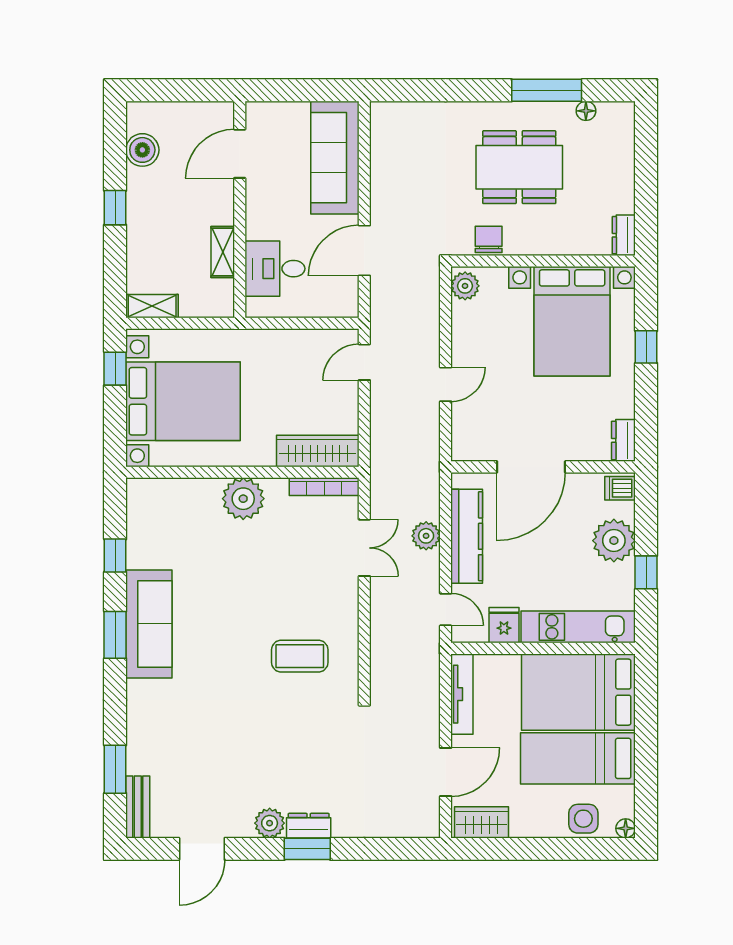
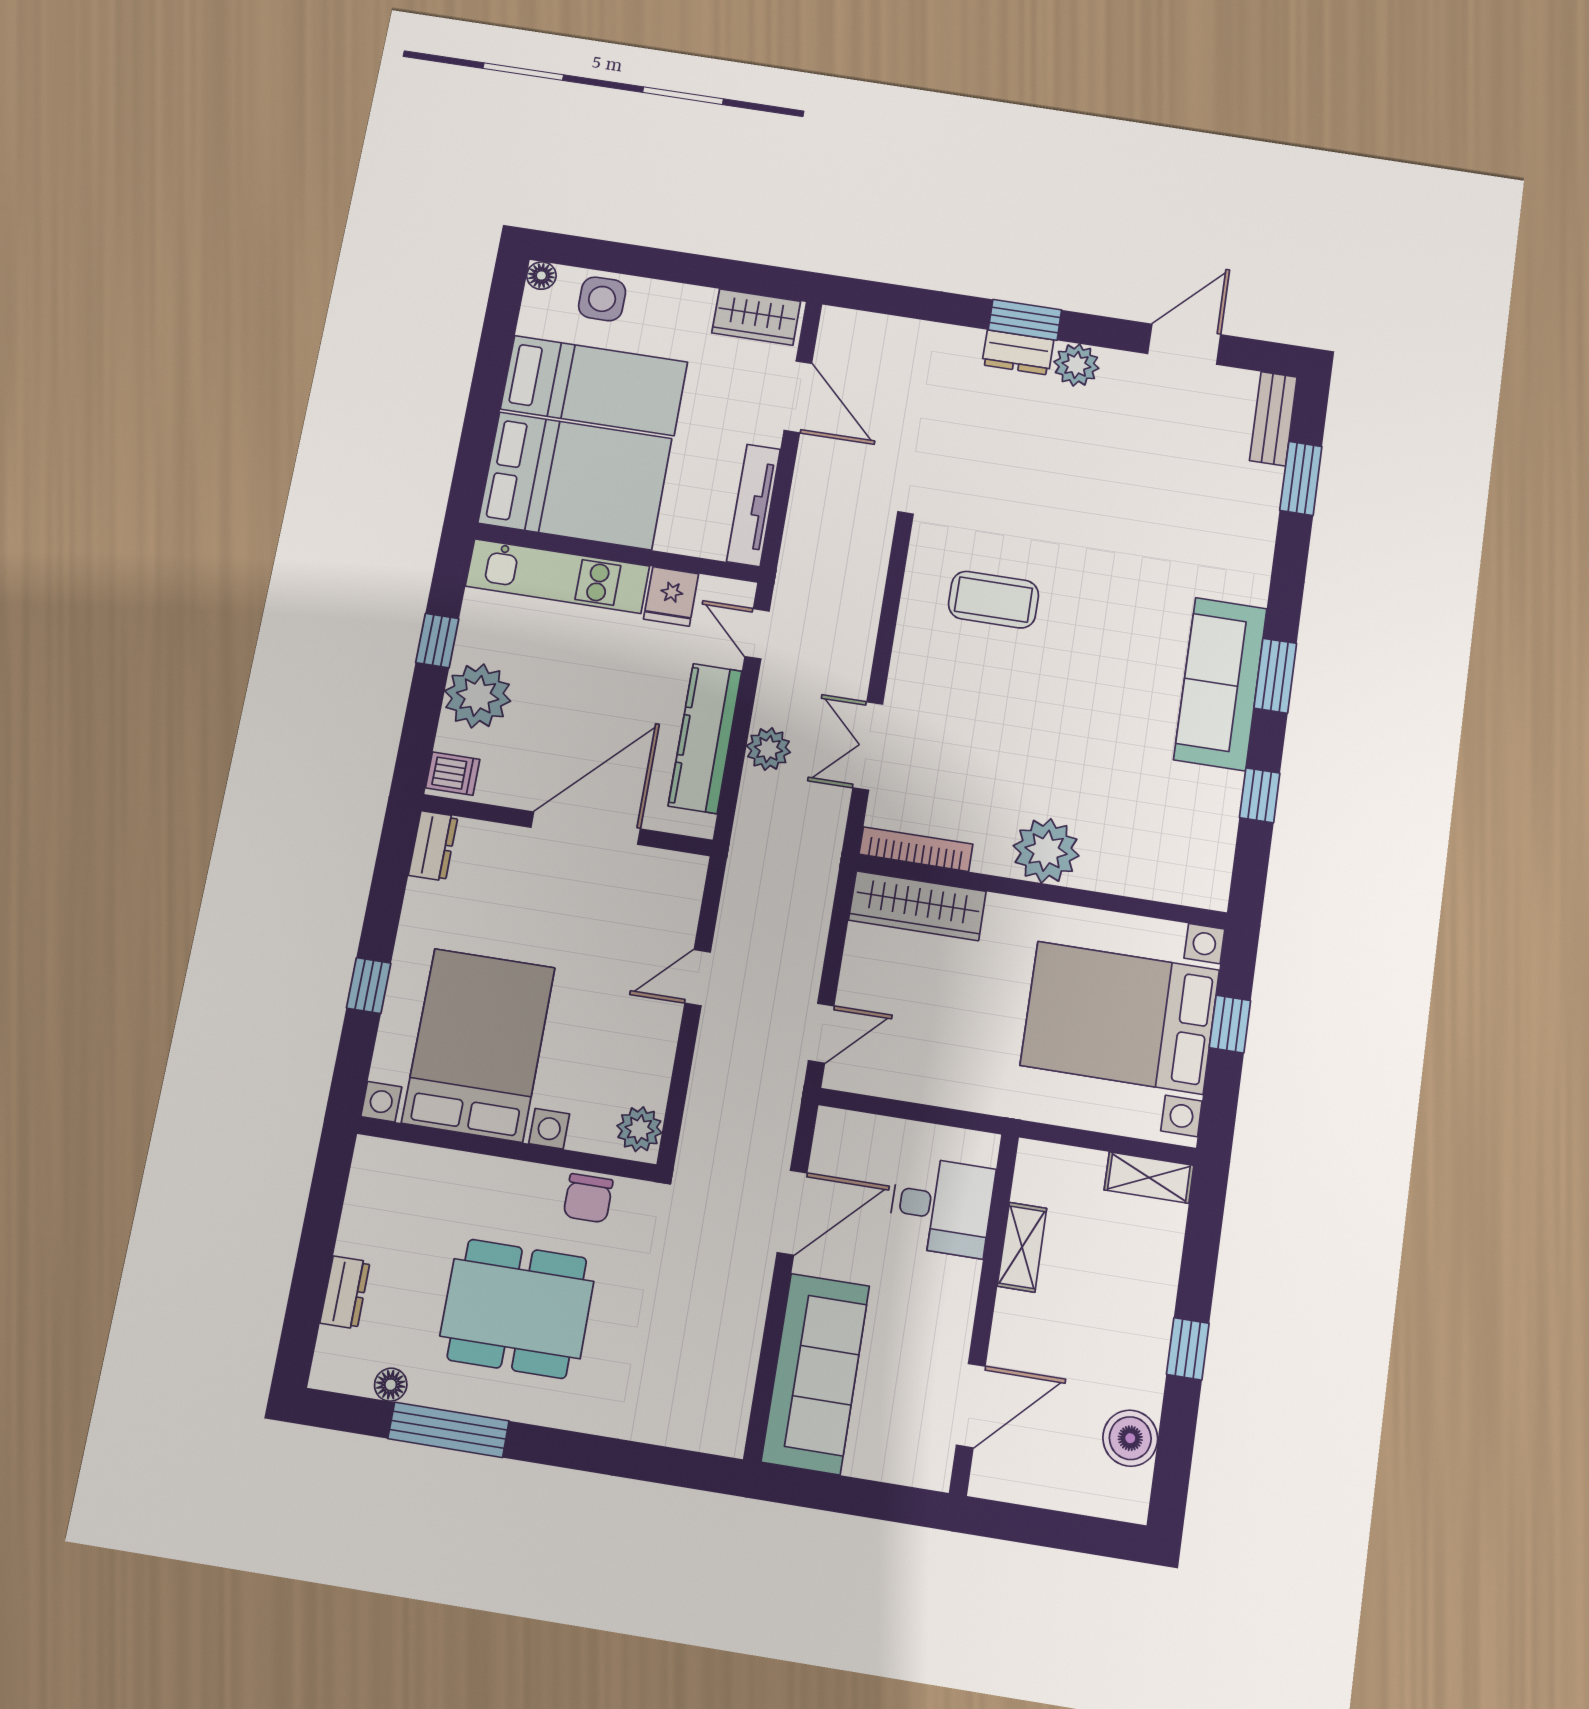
dresser: (624, 235) -> (345, 1292), moved
window: (115, 369) -> (1230, 1024), moved
door: (446, 772) -> (798, 397), swing flipped

